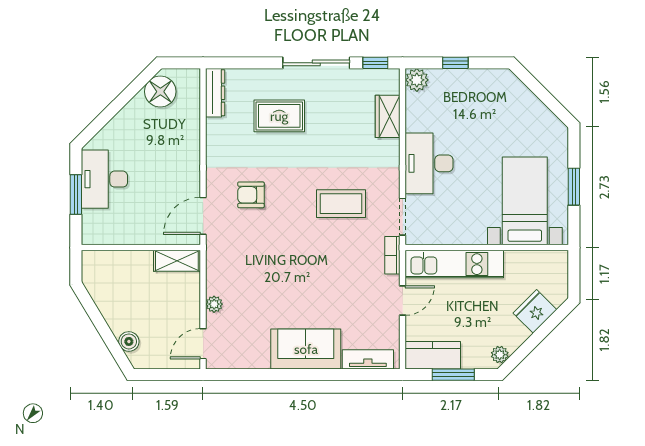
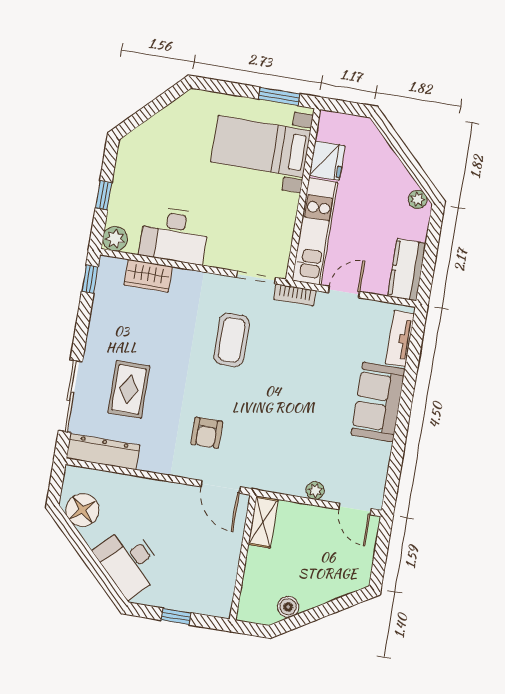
sliding door: (316, 63) -> (70, 396), moved
dresser: (215, 93) -> (103, 452), width x1.37, depth x1.24
desk: (429, 163) -> (174, 235), moved
desk: (104, 179) -> (129, 562), moved, turned 45
window: (574, 187) -> (279, 96), moved
window: (76, 195) -> (176, 616), width x0.67
door: (403, 301) -> (344, 292), hinge flipped
fridge: (535, 311) -> (327, 161), moved, turned -135
boiler: (129, 341) -> (288, 607), moved
window: (453, 375) -> (431, 252), removed

